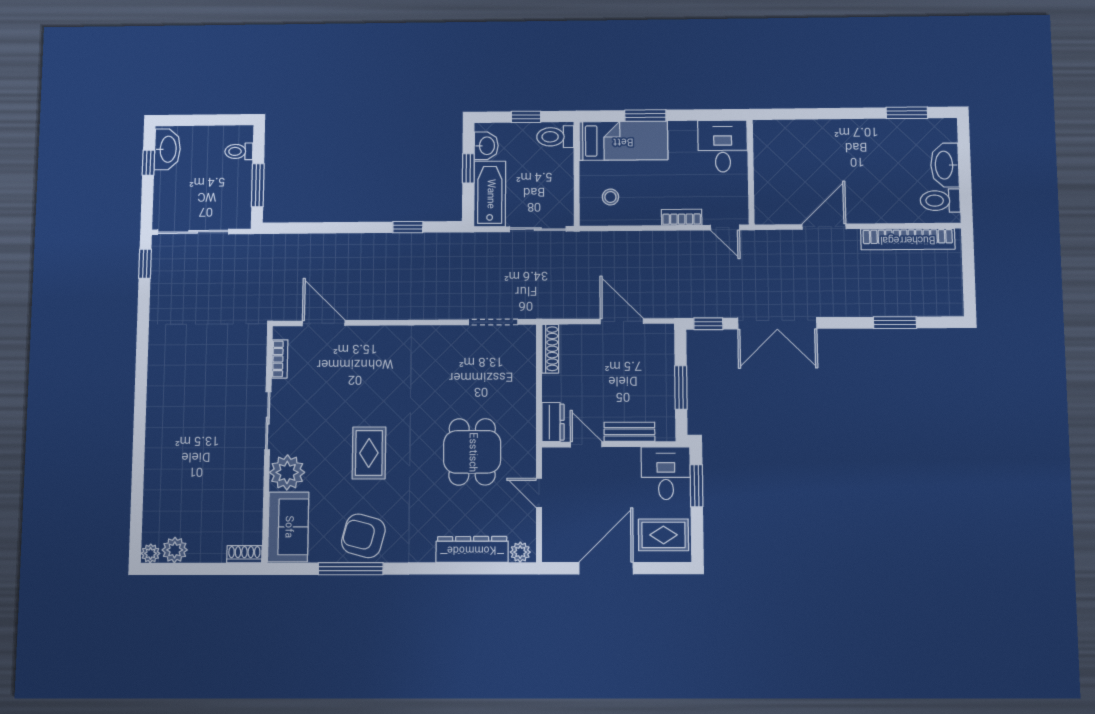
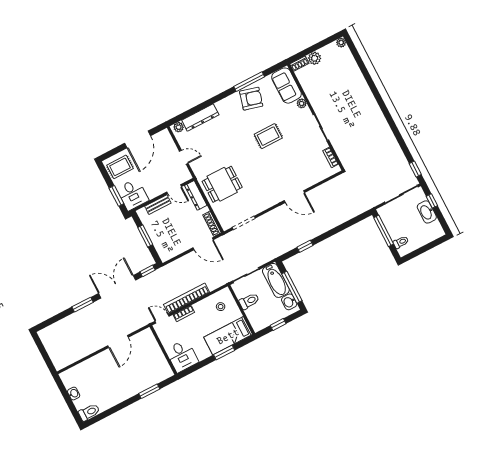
window: (907, 113) -> (149, 391), moved
toilet: (555, 137) -> (249, 301), moved
washbasin: (167, 149) -> (427, 212), moved
window: (148, 163) -> (432, 201), moved
washbasin: (945, 165) -> (74, 394), width x0.52, depth x0.69
window: (468, 168) -> (292, 287), width x2.17
window: (258, 185) -> (384, 231), width x1.44
toilet: (940, 201) -> (89, 412), moved
bookcase: (908, 239) -> (187, 298), moved
door: (622, 321) -> (203, 244), moved
door: (324, 323) -> (294, 197), moved
window: (895, 323) -> (83, 305), moved
dresser: (553, 422) -> (196, 195), width x1.44
dining table: (472, 452) -> (222, 184), moved, turned 90
rug: (369, 453) -> (268, 136), turned 90
plant: (287, 472) -> (302, 103), width x0.53, depth x0.53
plant: (175, 550) -> (315, 58), moved

